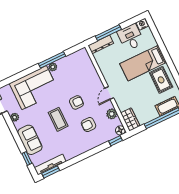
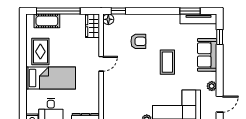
armchair: (76, 102) -> (140, 70), removed
plant: (112, 114) -> (109, 41), removed
window: (51, 172) -> (190, 11), moved

